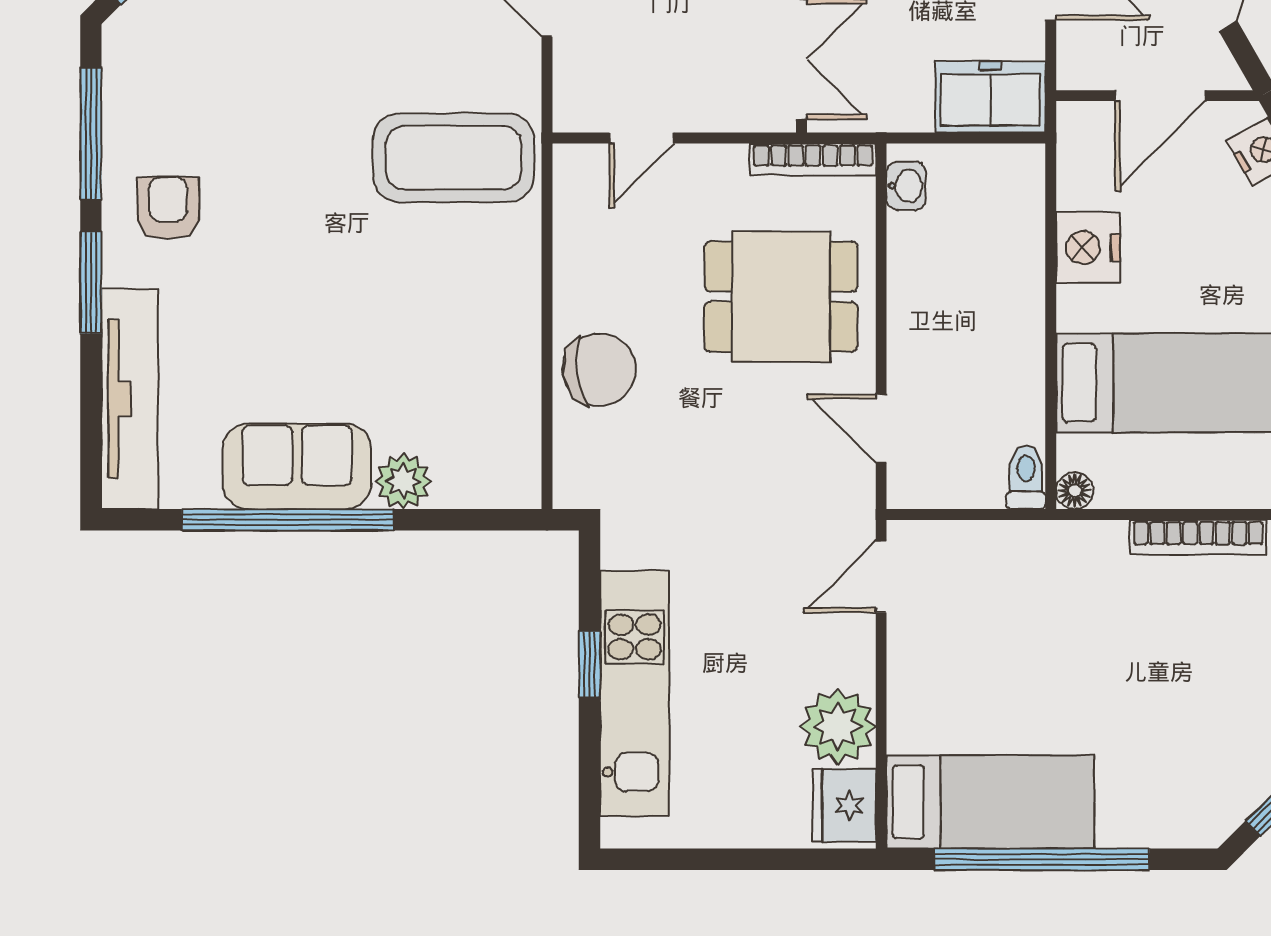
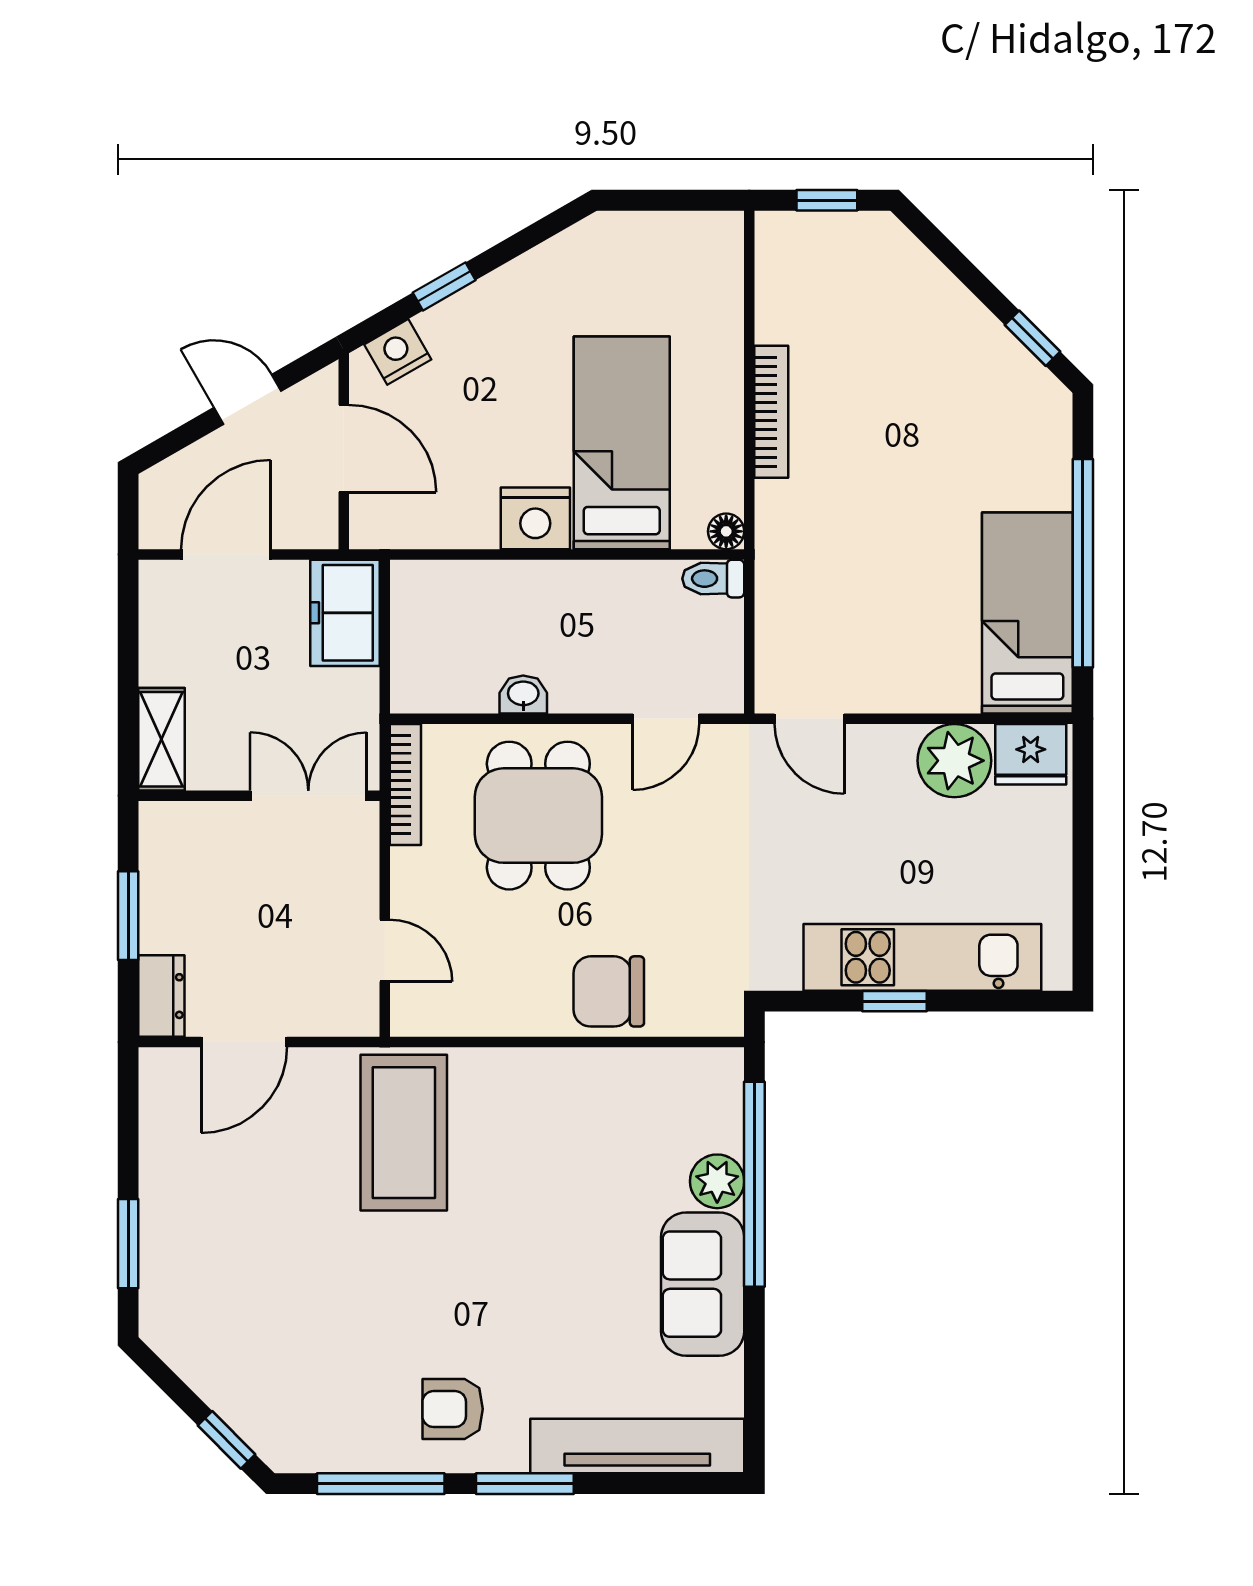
washbasin: (906, 186) -> (523, 694), moved
nightstand: (1088, 248) -> (535, 518), moved
chair: (599, 369) -> (609, 991), turned -82
window: (288, 520) -> (754, 1184), moved

